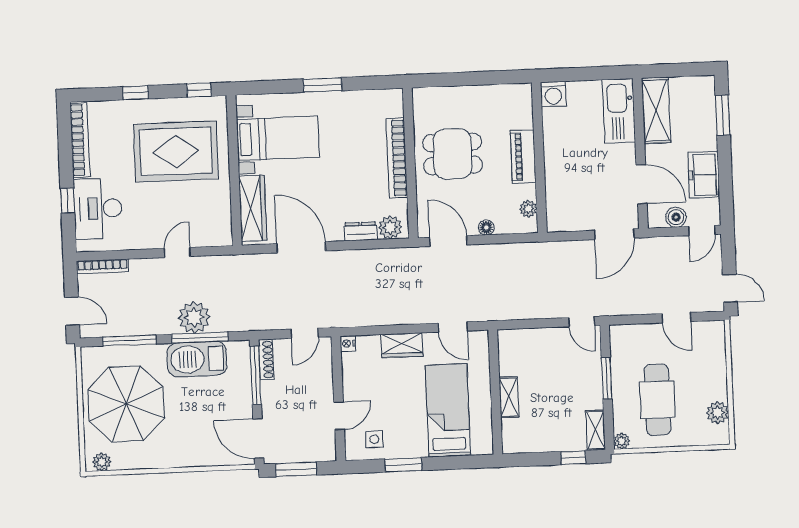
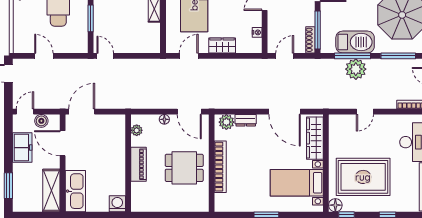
floor lamp: (217, 106) -> (335, 205), added
door: (453, 327) -> (189, 56), hinge flipped
nightstand: (348, 344) -> (257, 32), moved

